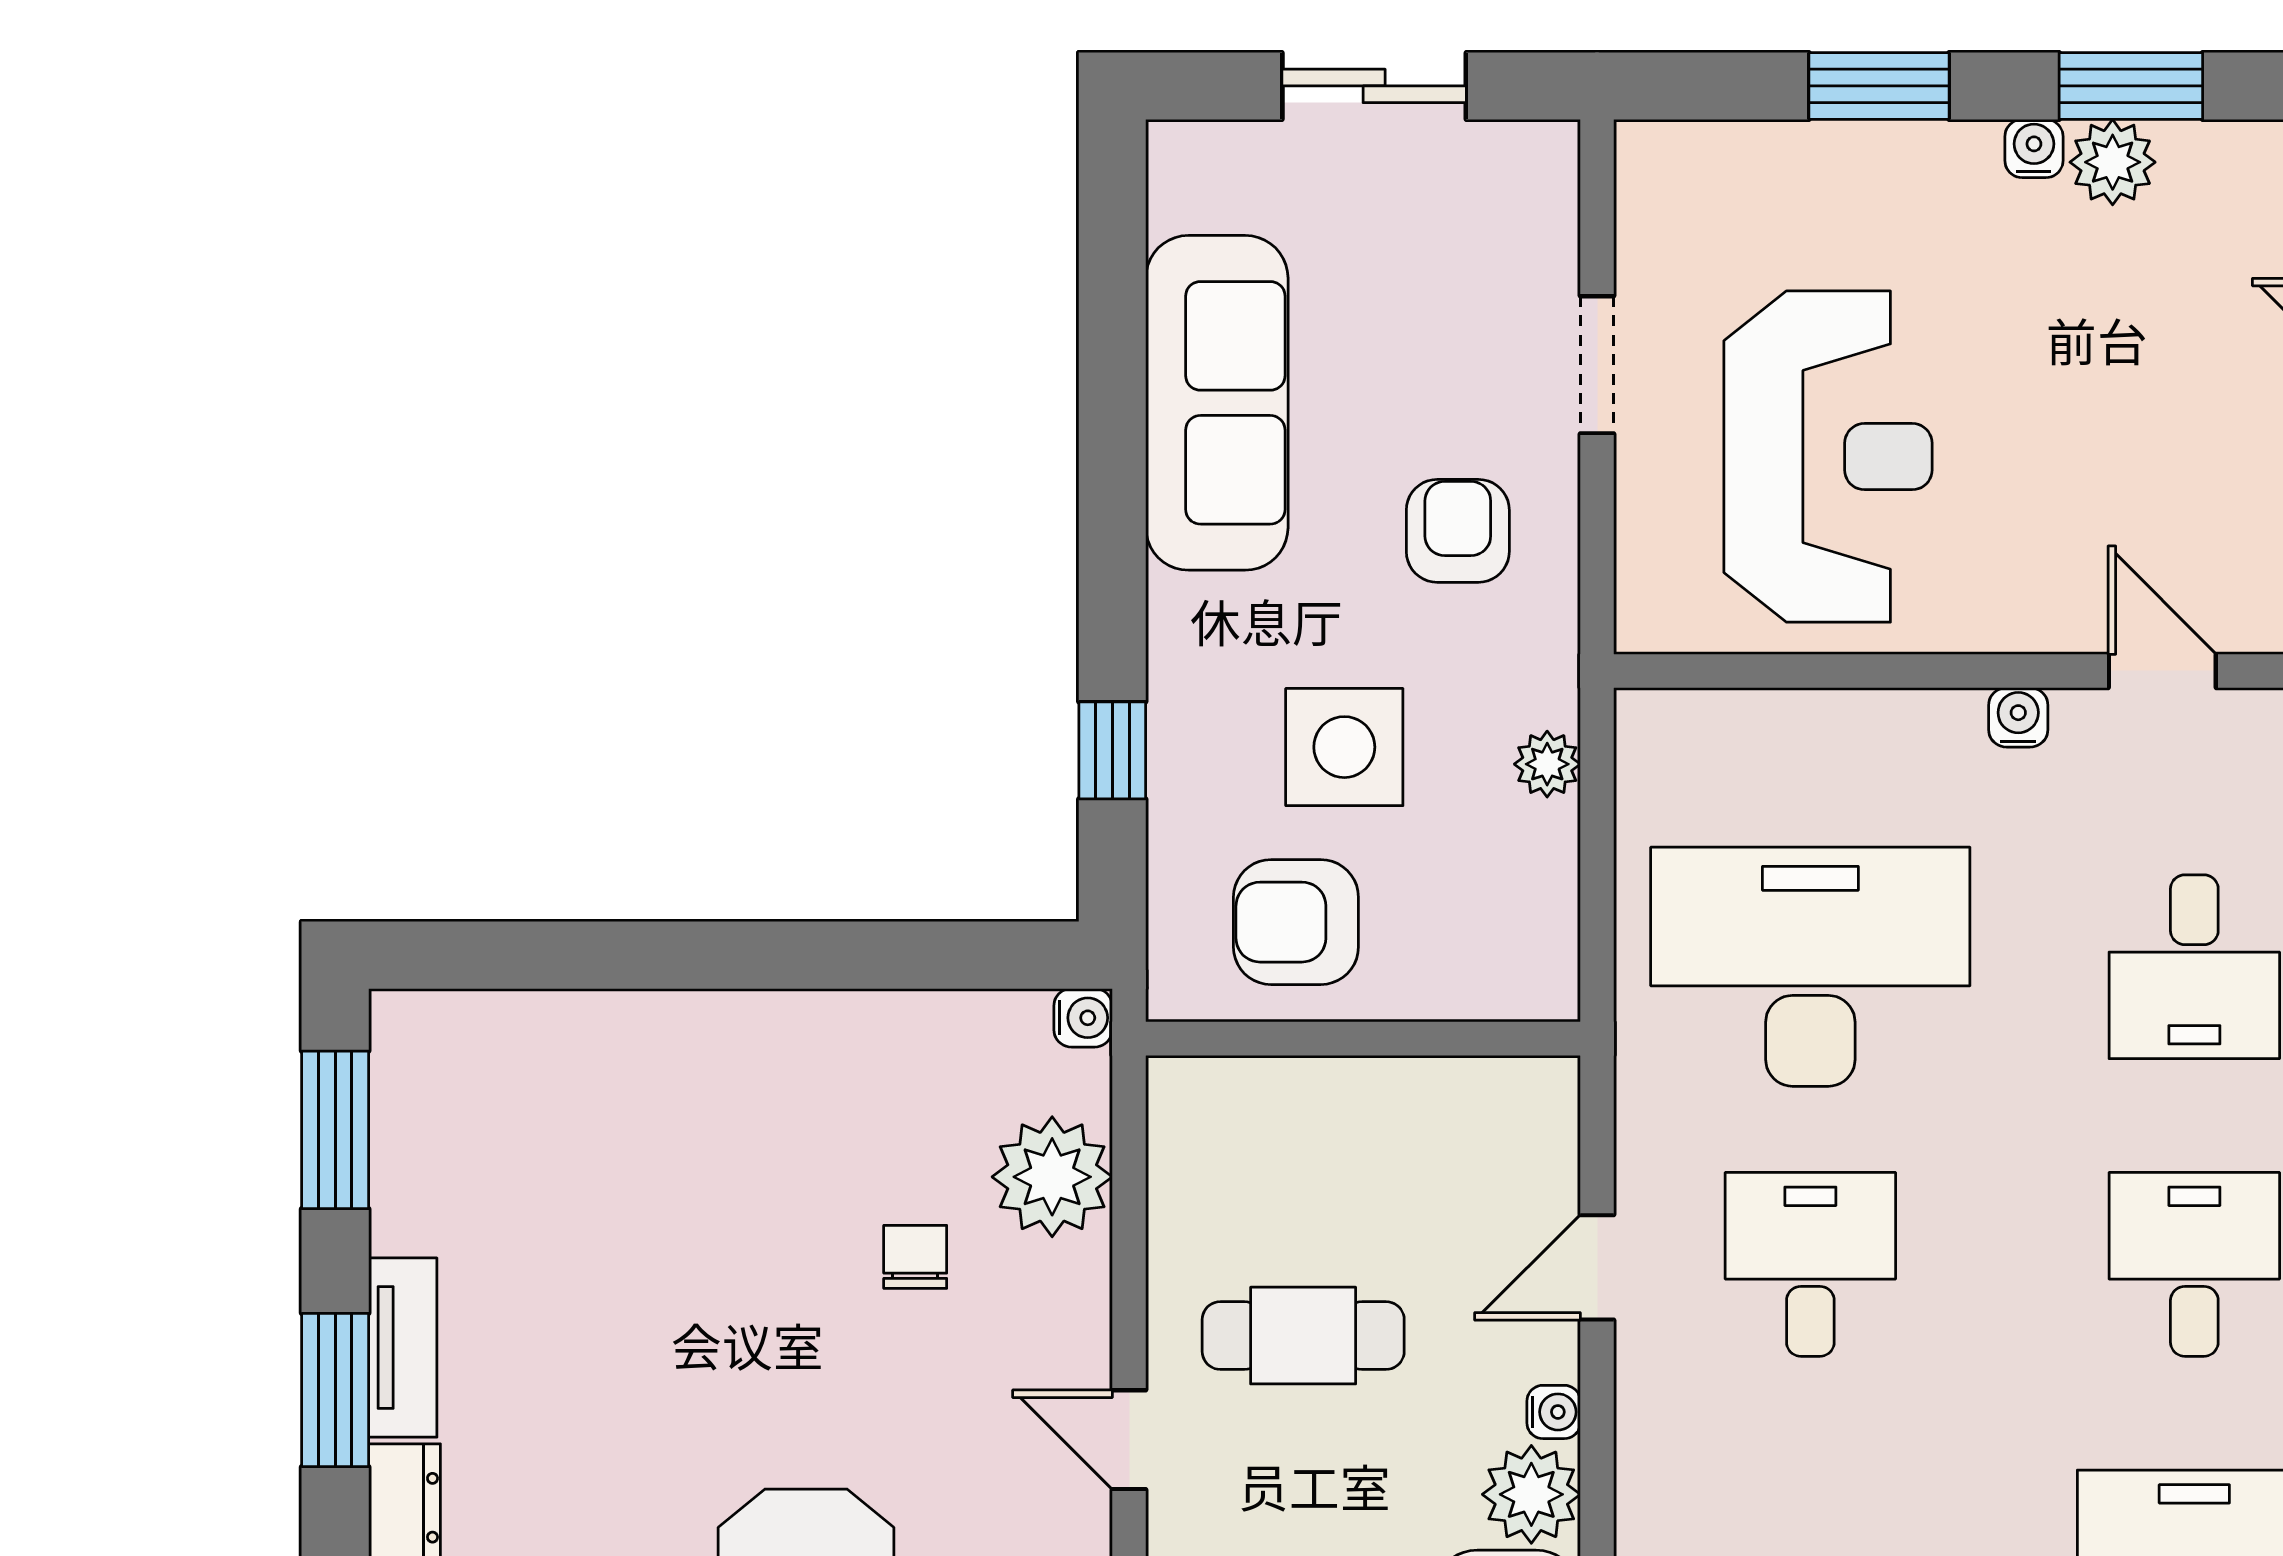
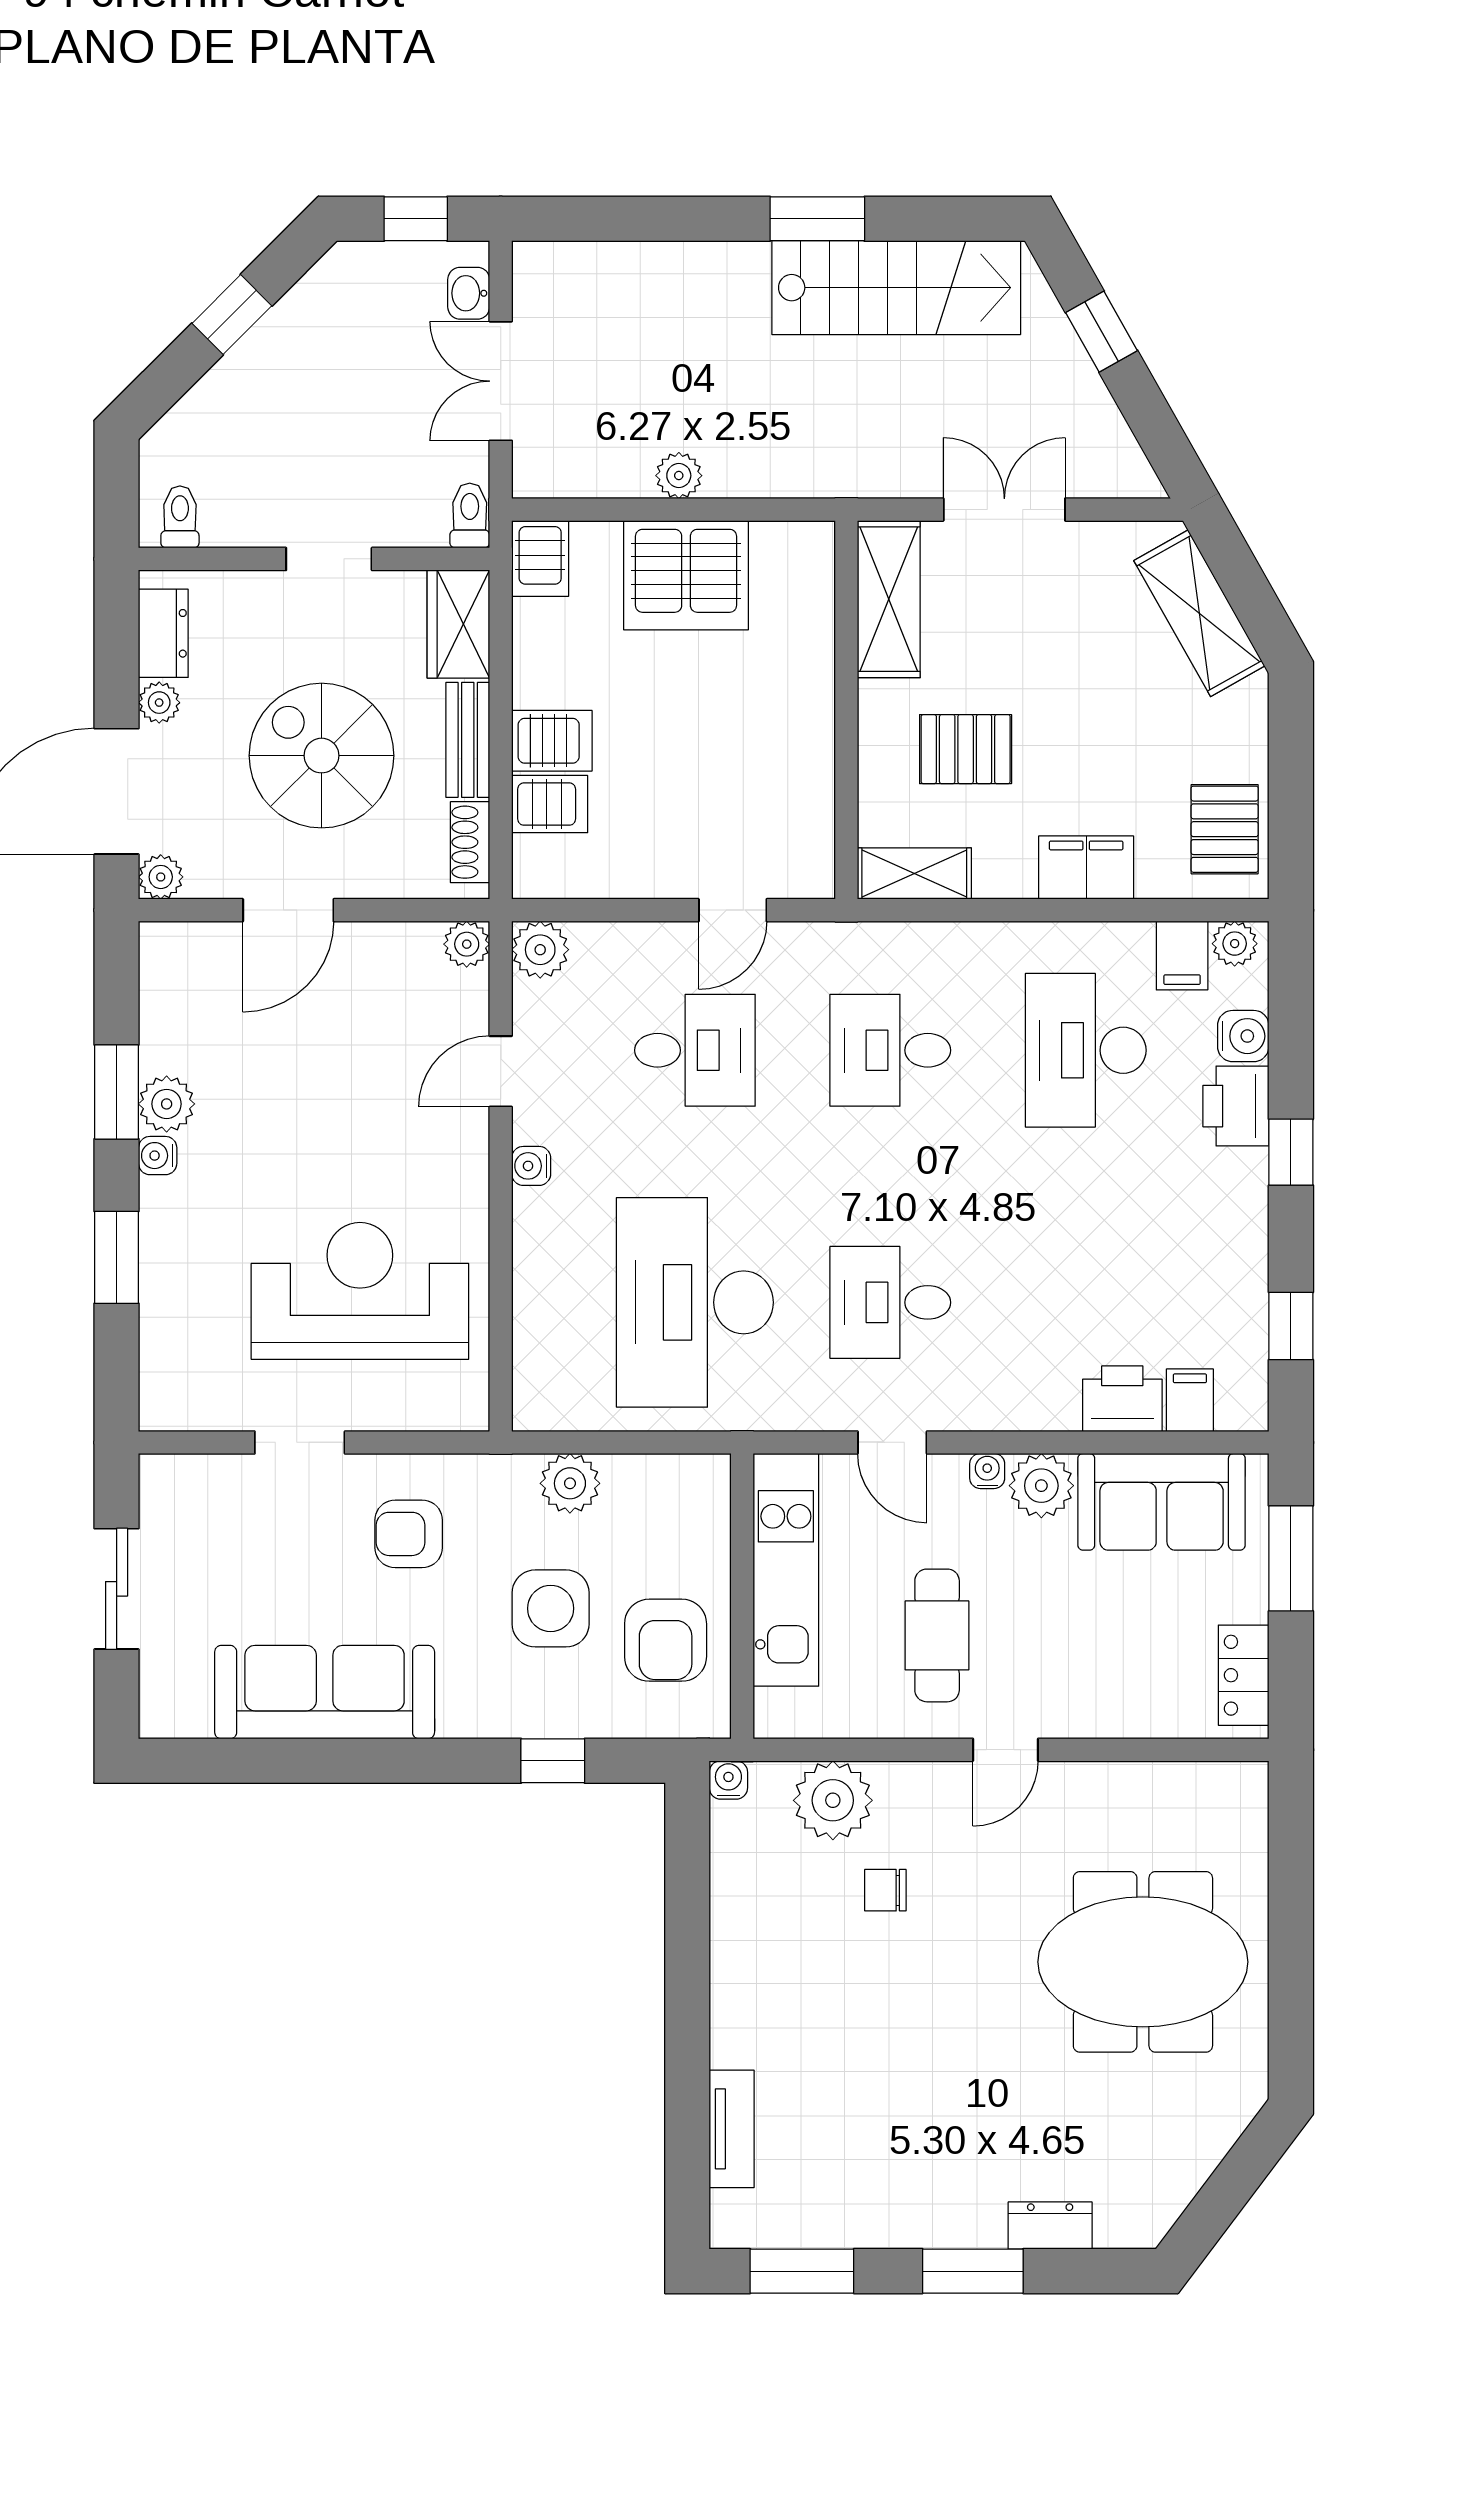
plant: (1547, 764) -> (570, 1483), width x1.38, depth x1.38
kitchen unit: (1403, 1105) -> (786, 1570), added
tv unit: (403, 1348) -> (732, 2129), moved, turned 90

